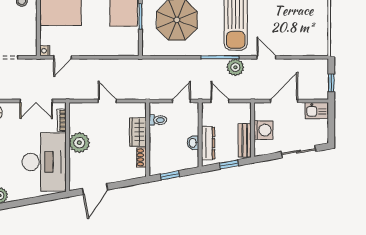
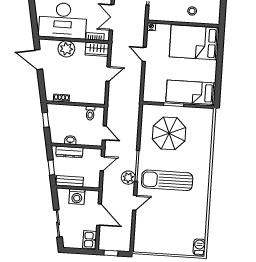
door: (62, 57) -> (144, 54), moved
wardrobe: (138, 132) -> (97, 49), moved, turned 180
plant: (79, 143) -> (66, 49), moved

